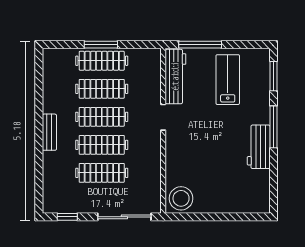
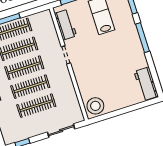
workbench: (175, 76) -> (65, 25), width x0.73
workbench: (259, 147) -> (146, 84), moved
sliding door: (124, 217) -> (61, 131), width x0.73

